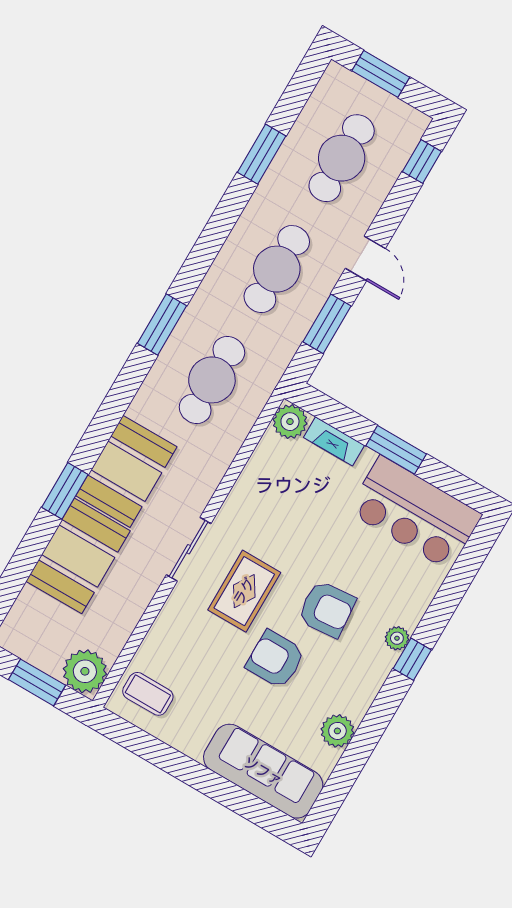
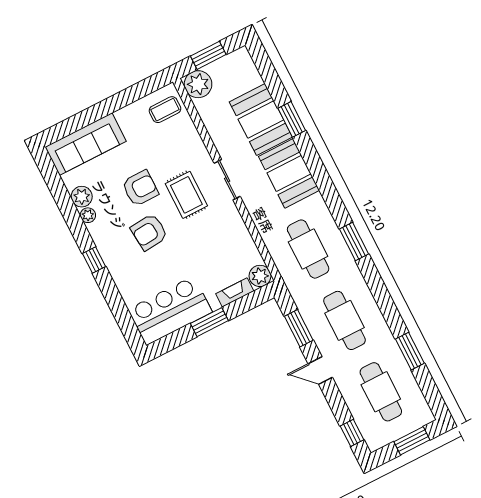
window: (65, 491) -> (292, 119), moved
plant: (397, 638) -> (88, 215), moved

